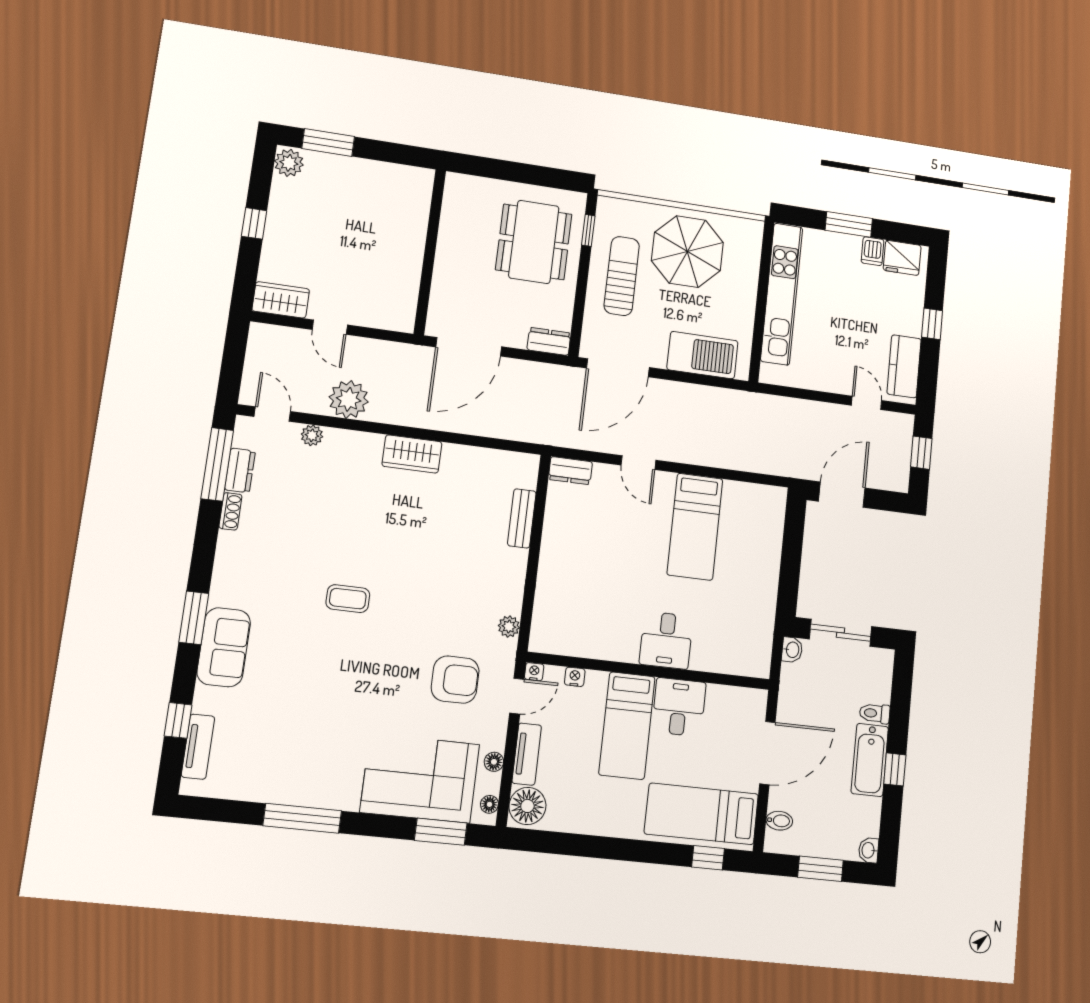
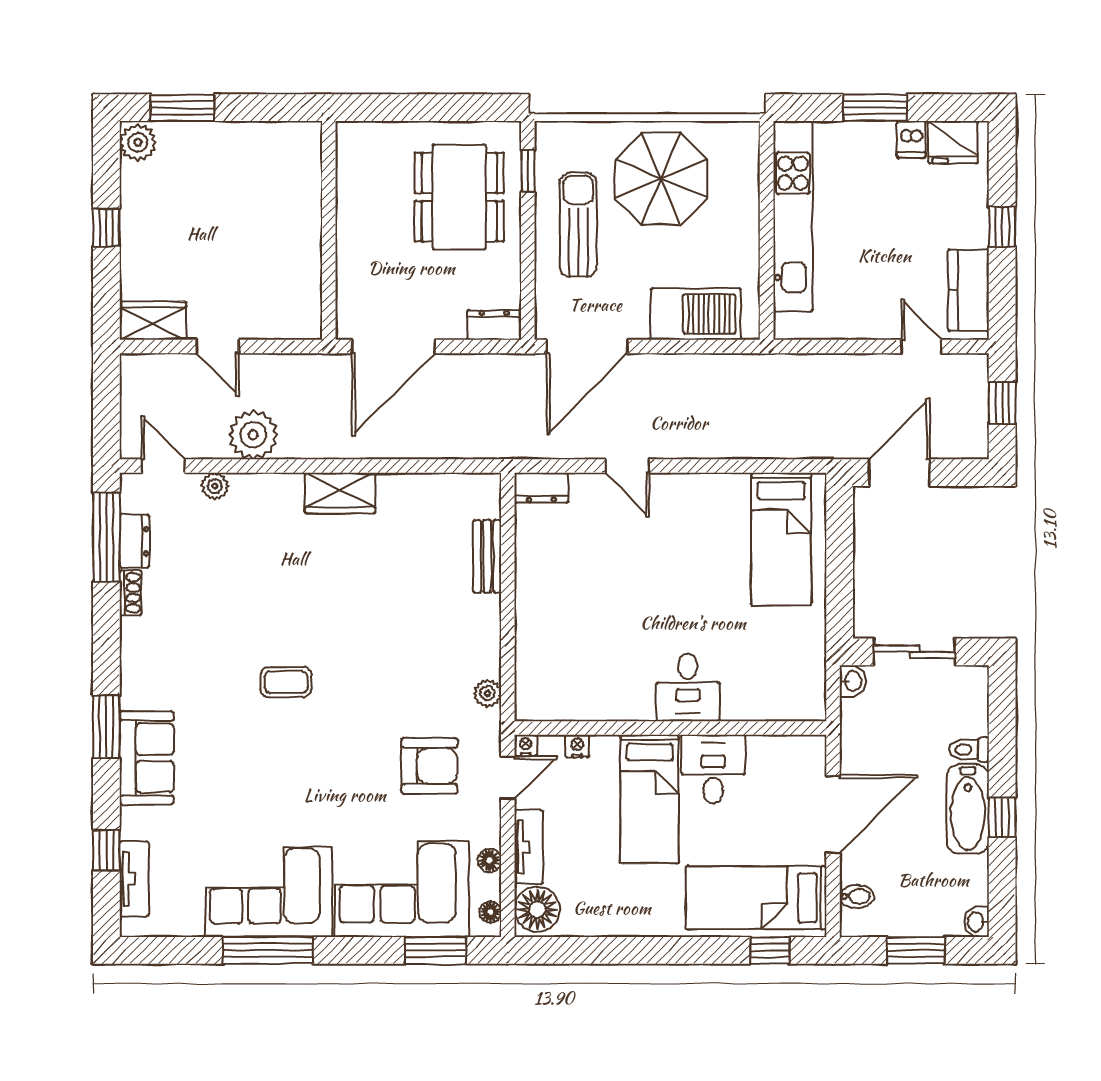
bed: (695, 527) -> (781, 539), moved
corner sofa: (310, 769) -> (269, 892), added

